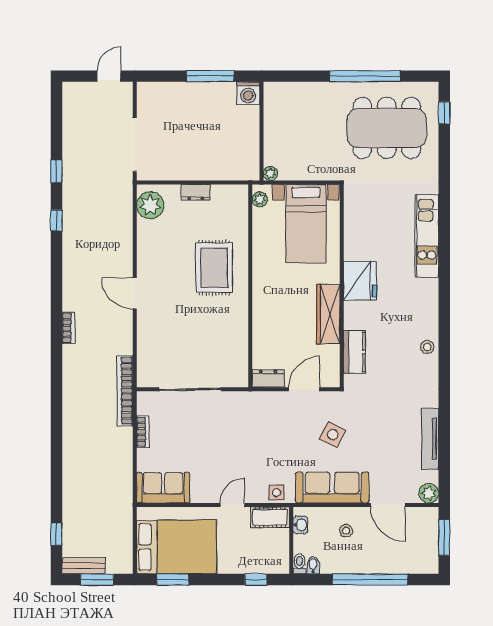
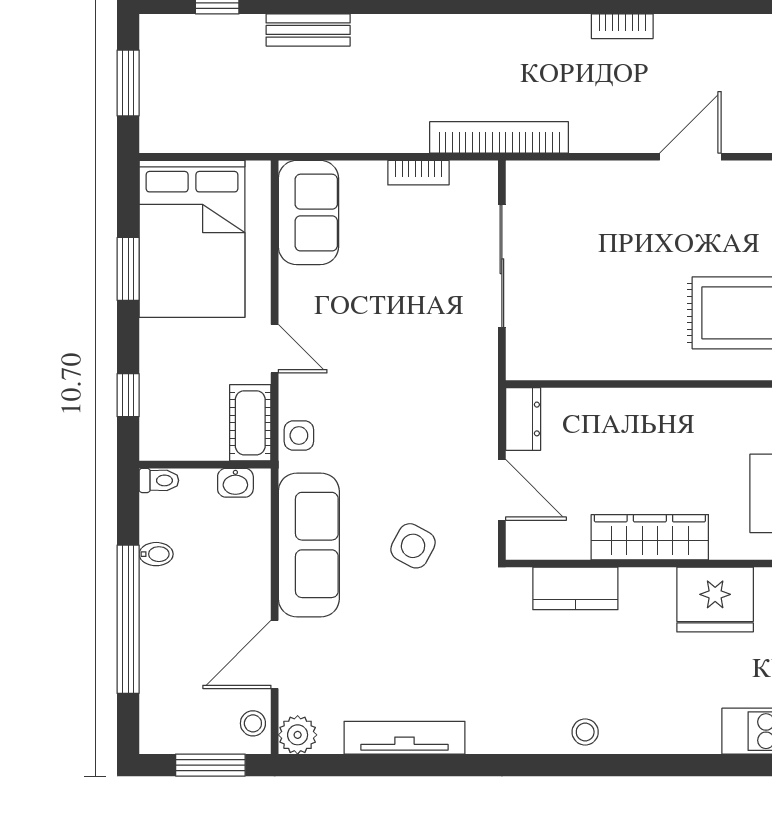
stool: (346, 531) -> (253, 723), moved
bidet: (313, 565) -> (156, 554), moved
bench: (83, 566) -> (308, 30), moved, turned 90
window: (173, 579) -> (128, 269), moved

